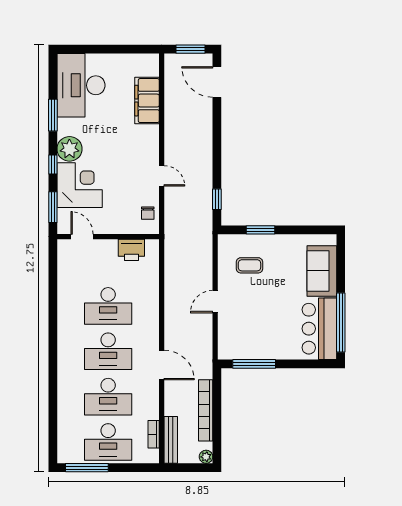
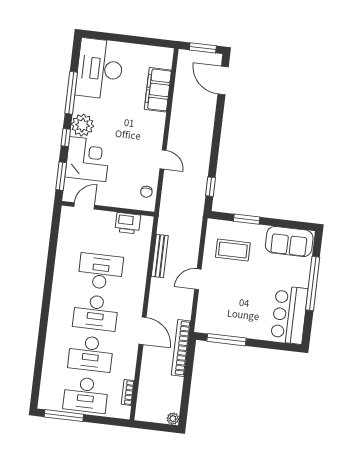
window: (53, 115) -> (71, 93), width x1.44
door: (82, 237) -> (84, 206), hinge flipped
coffee table: (249, 265) -> (233, 250), width x1.36, depth x1.30
sofa: (322, 271) -> (289, 242), moved, turned -90
desk: (108, 306) -> (100, 271), turned 180
window: (341, 323) -> (313, 283), moved
bookcase: (206, 410) -> (181, 348), moved
bench: (171, 440) -> (160, 256), moved

